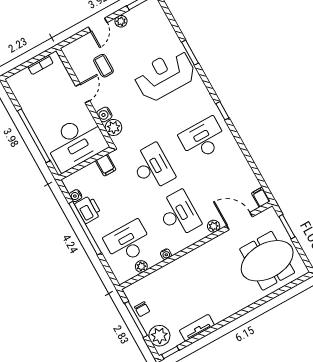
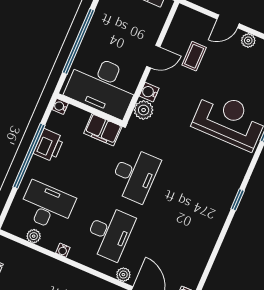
desk: (203, 139) -> (197, 202), removed
filing cabinet: (106, 165) -> (103, 130), width x2.00
water cooler: (76, 196) -> (60, 106), moved

